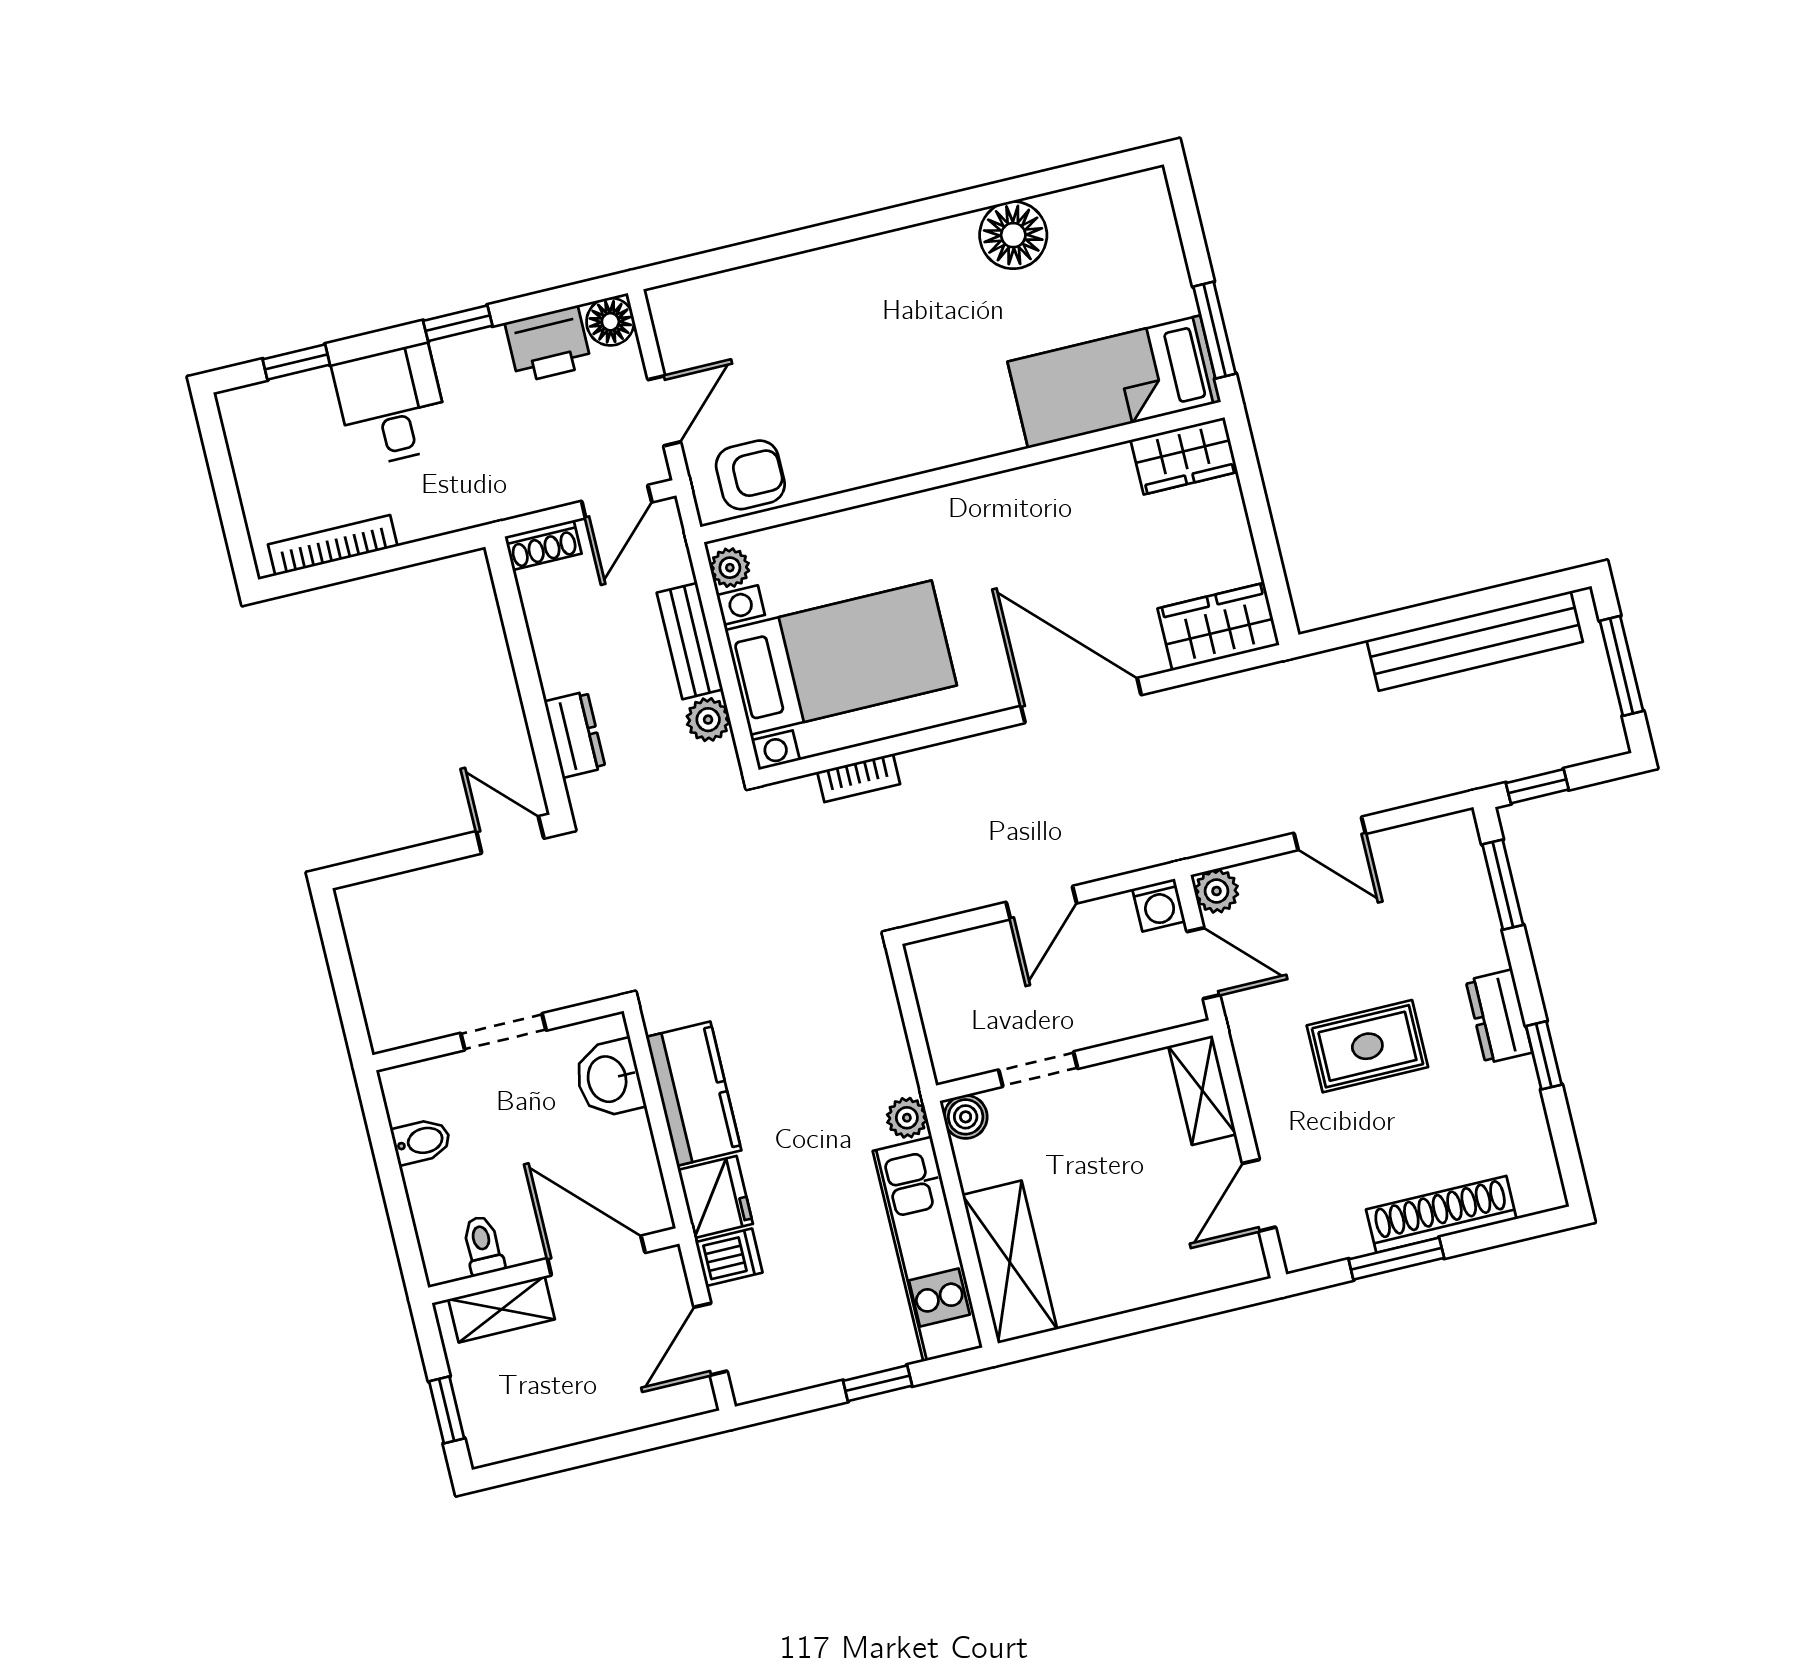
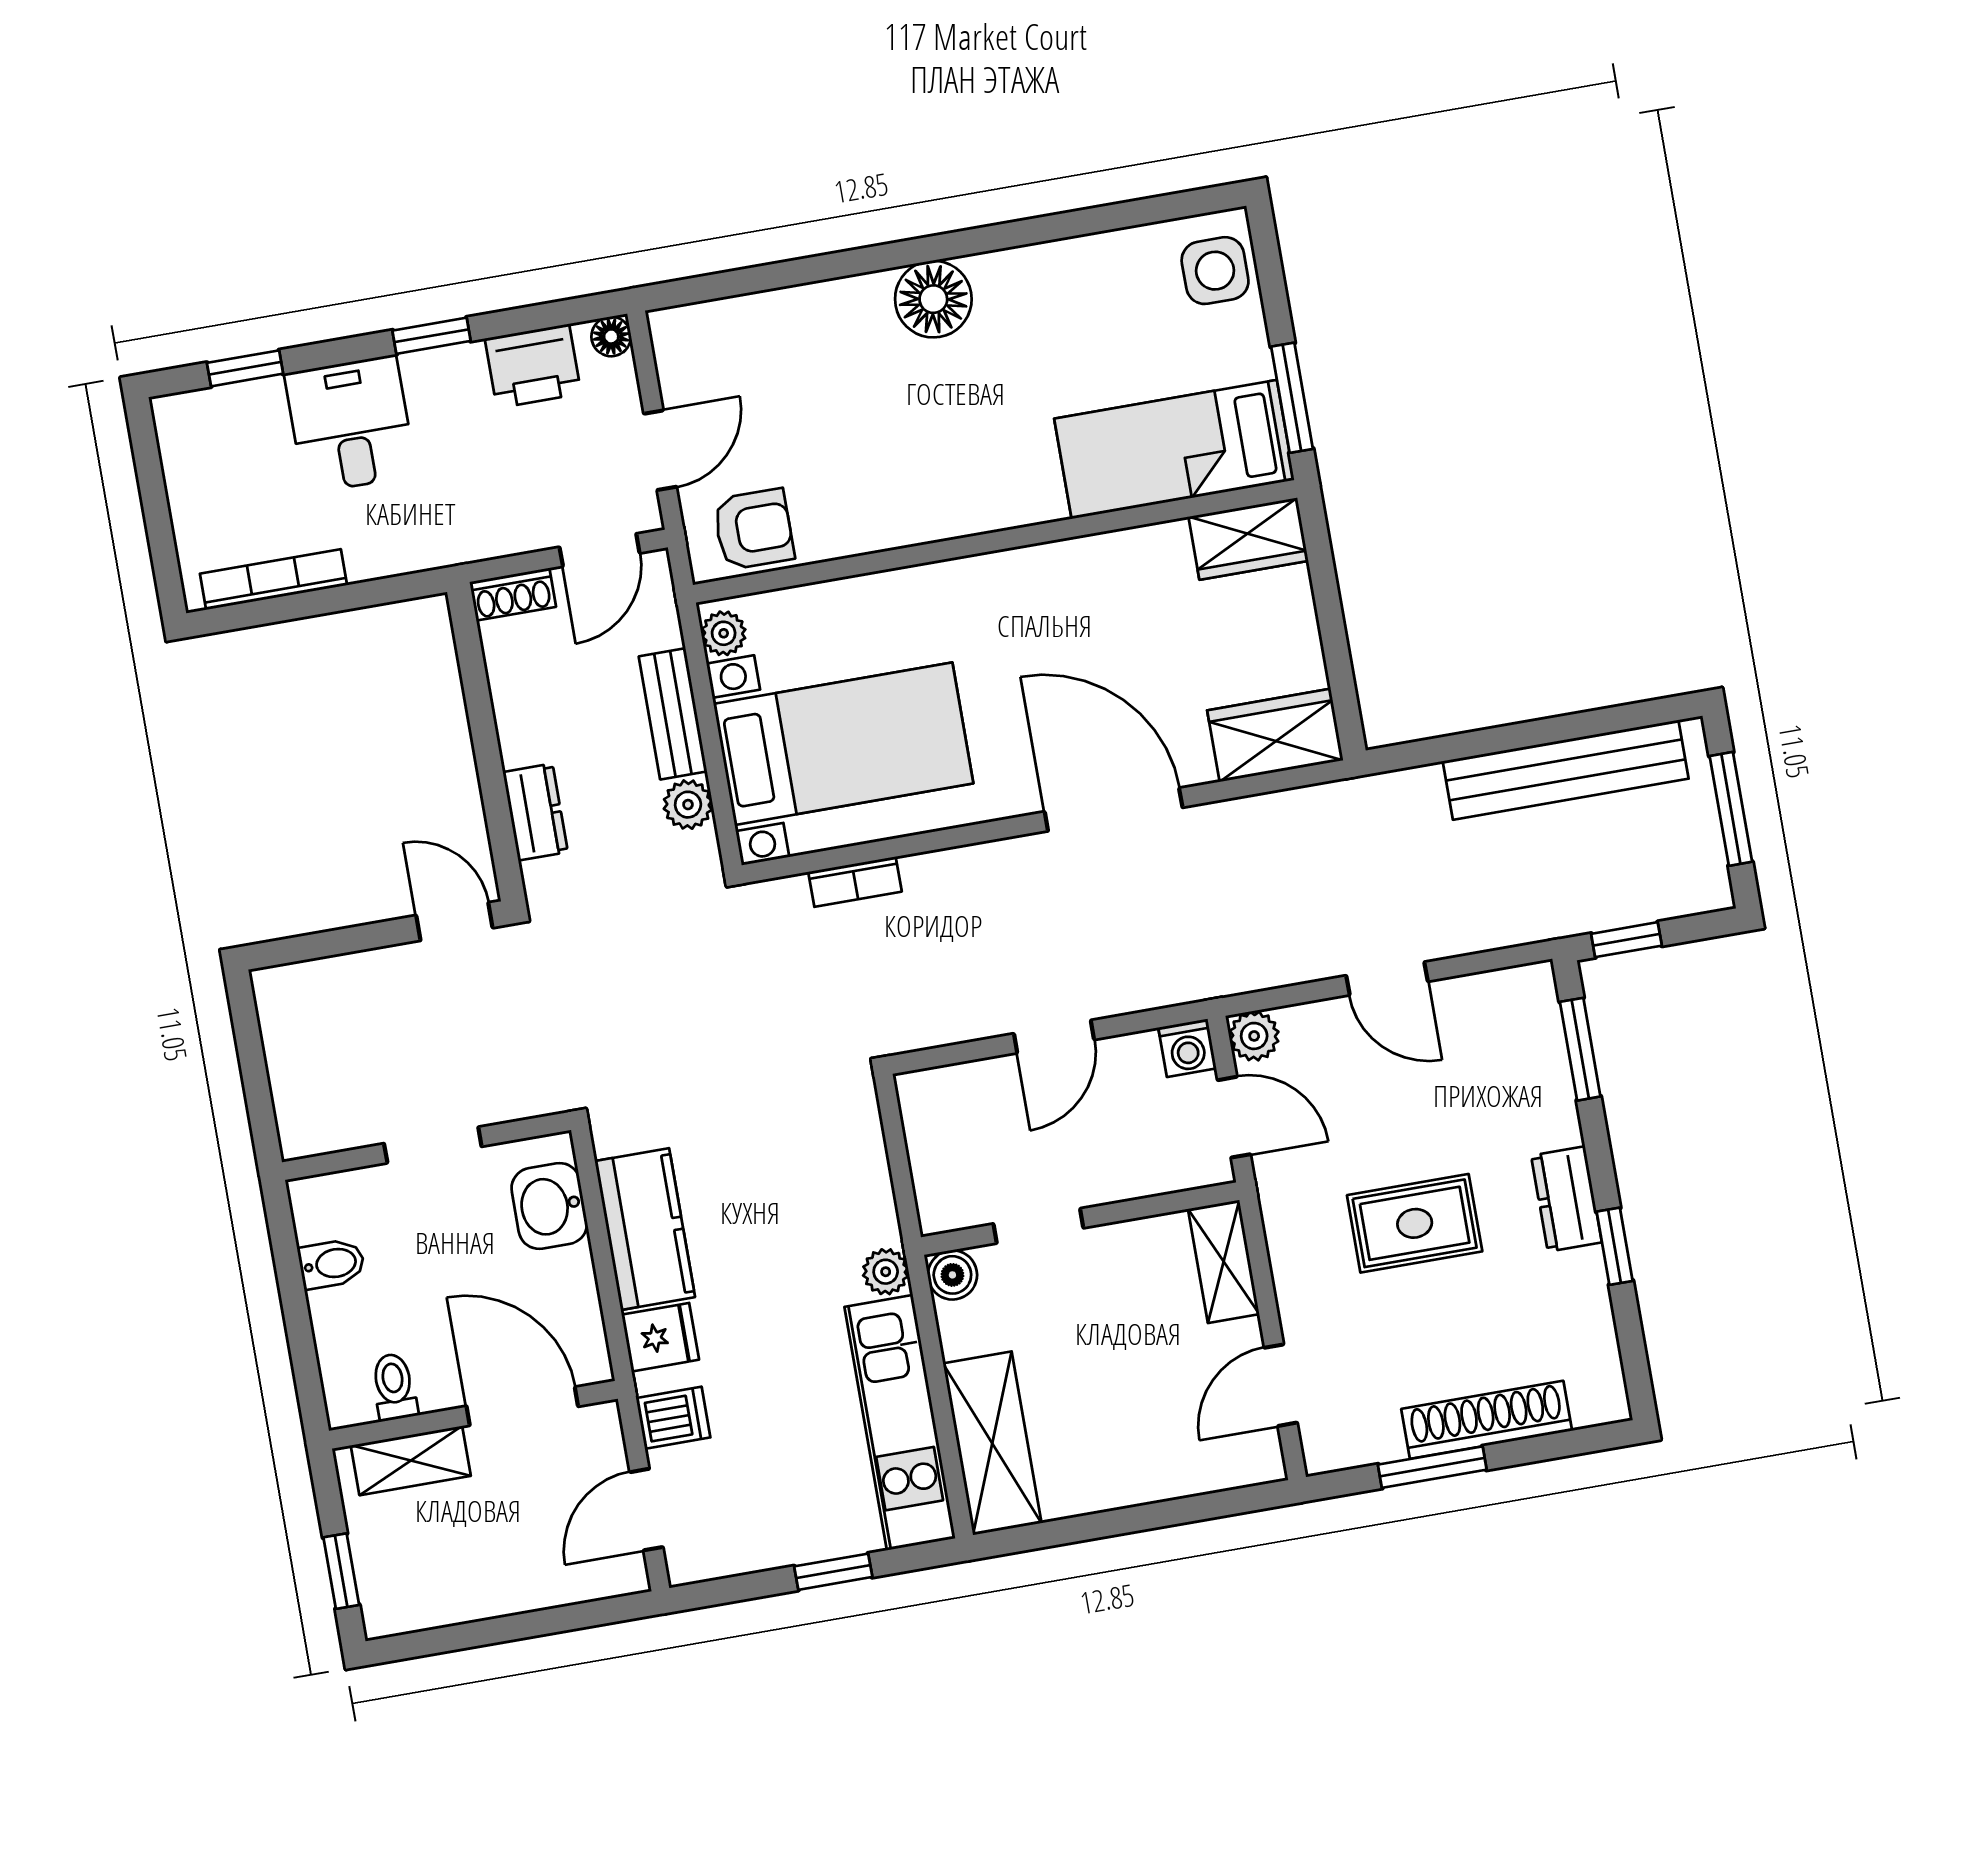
side table: (1140, 223) -> (1215, 271), added
floor lamp: (1013, 235) -> (933, 299), moved
floor lamp: (610, 322) -> (611, 336), width x0.73, depth x0.73
fridge: (715, 1197) -> (660, 1337), width x0.72

